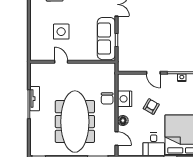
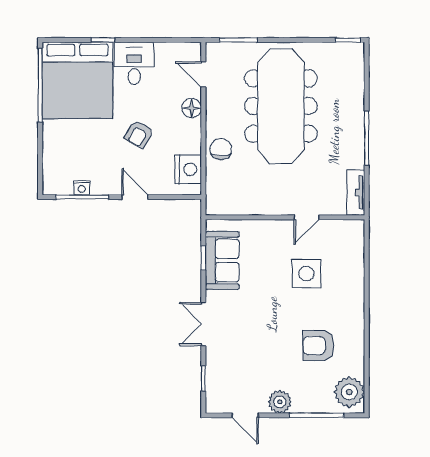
sofa: (106, 39) -> (222, 261), width x0.73
door: (61, 62) -> (306, 217), hinge flipped
tv unit: (35, 99) -> (356, 193), moved
nightstand: (125, 99) -> (188, 169), moved

